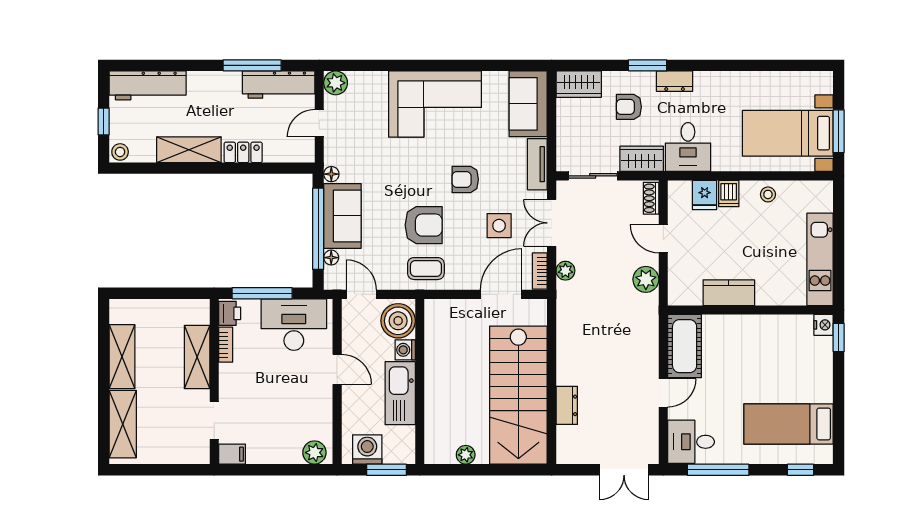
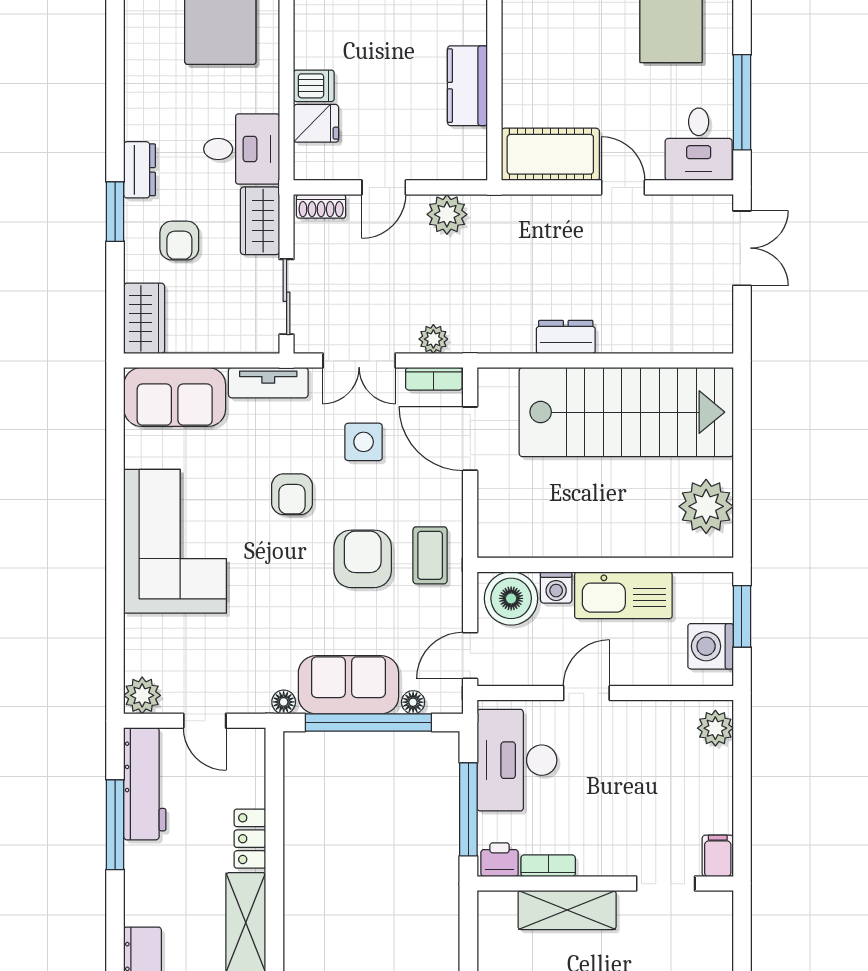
stool: (768, 194) -> (315, 25), removed
dresser: (567, 405) -> (566, 337), moved
plant: (466, 455) -> (706, 506), width x1.87, depth x1.87

